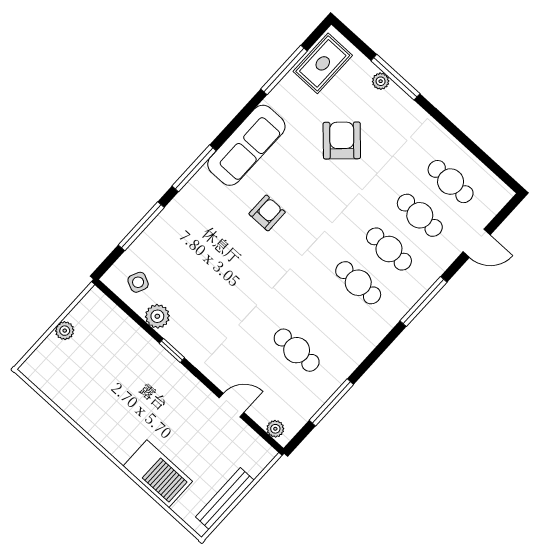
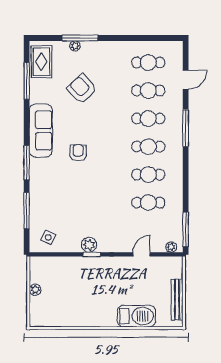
plant: (157, 316) -> (89, 245), moved
cafe table: (327, 316) -> (148, 175), added
window: (331, 402) -> (186, 229), moved

